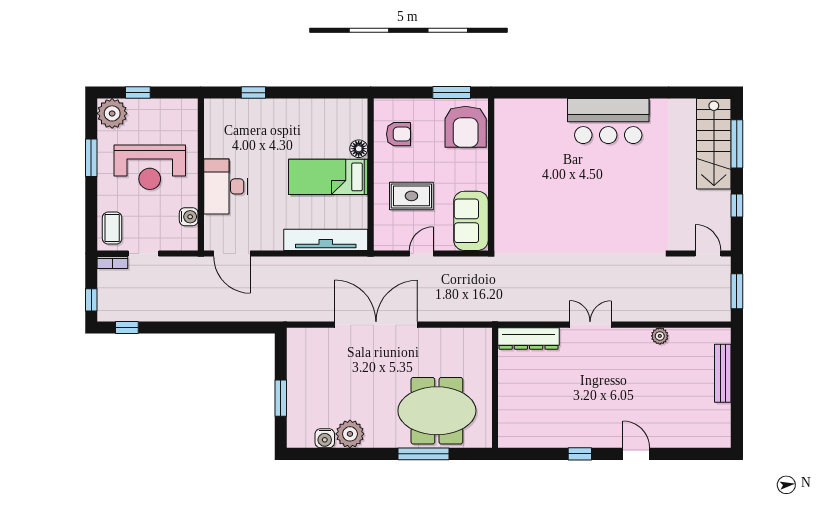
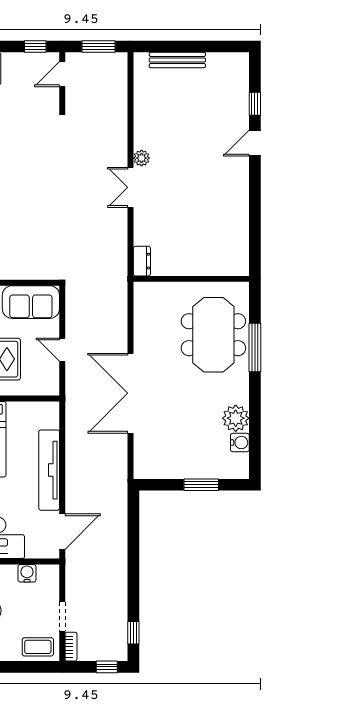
window: (737, 206) -> (35, 46), moved
tv unit: (326, 240) -> (49, 470), moved
plant: (660, 336) -> (142, 158), moved
dresser: (529, 338) -> (142, 261), width x0.51, depth x0.80
window: (580, 454) -> (255, 104), moved

